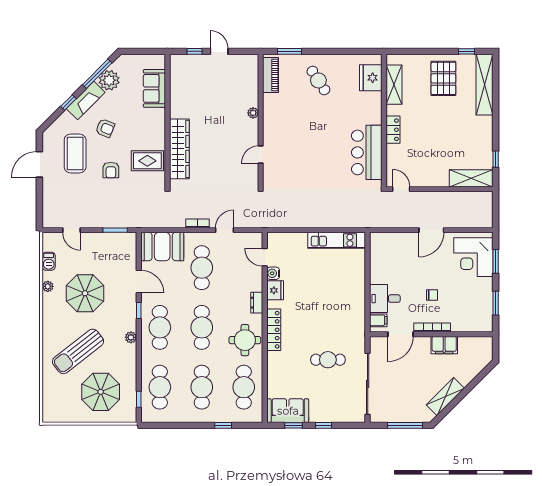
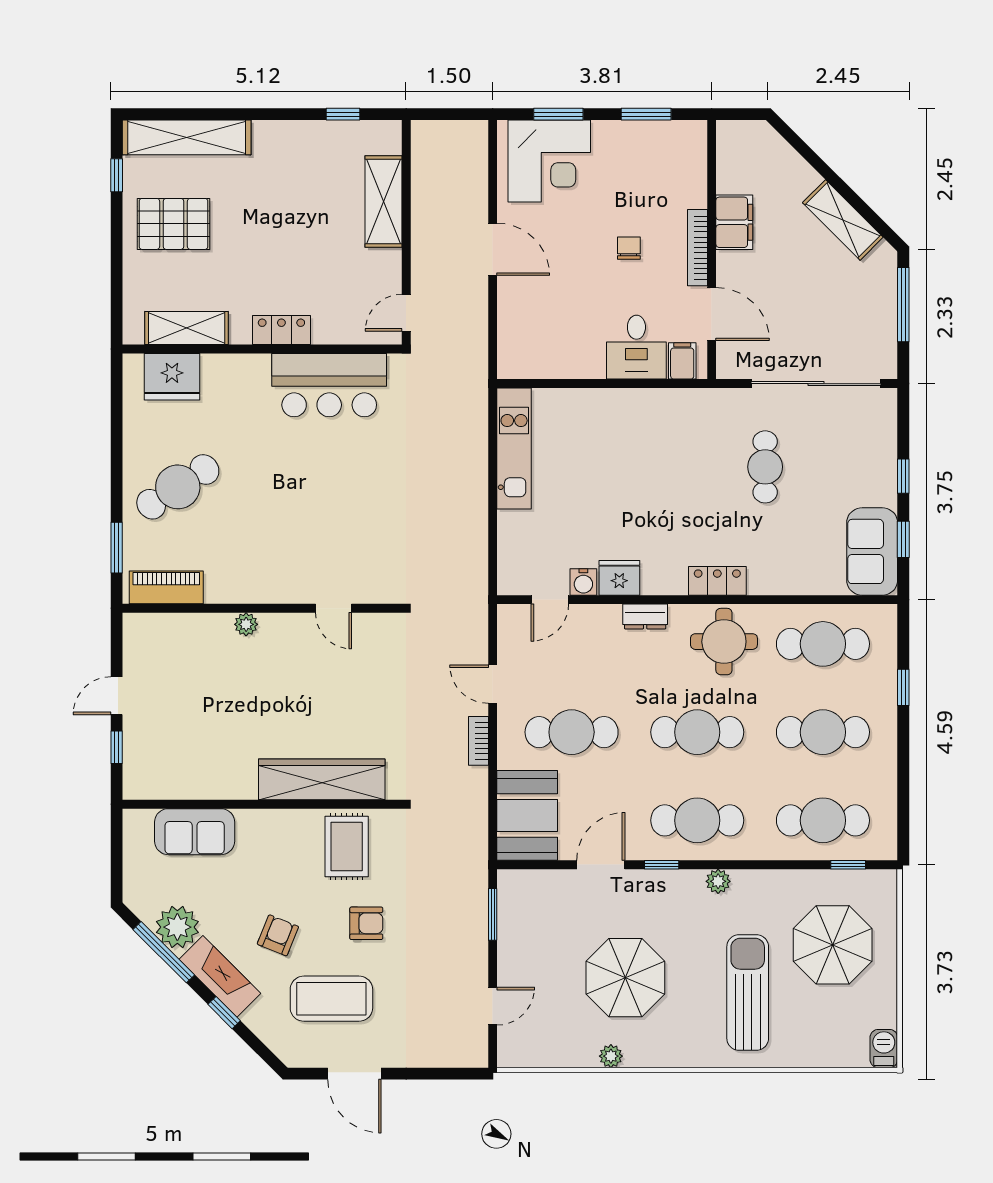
cafe table: (318, 80) -> (178, 487), width x1.37, depth x1.35
shelving: (471, 178) -> (384, 202), moved
barbecue: (49, 261) -> (884, 1049), moved, turned -90
locker: (274, 330) -> (717, 581), width x0.66
sun lounger: (78, 351) -> (748, 993), turned -142

